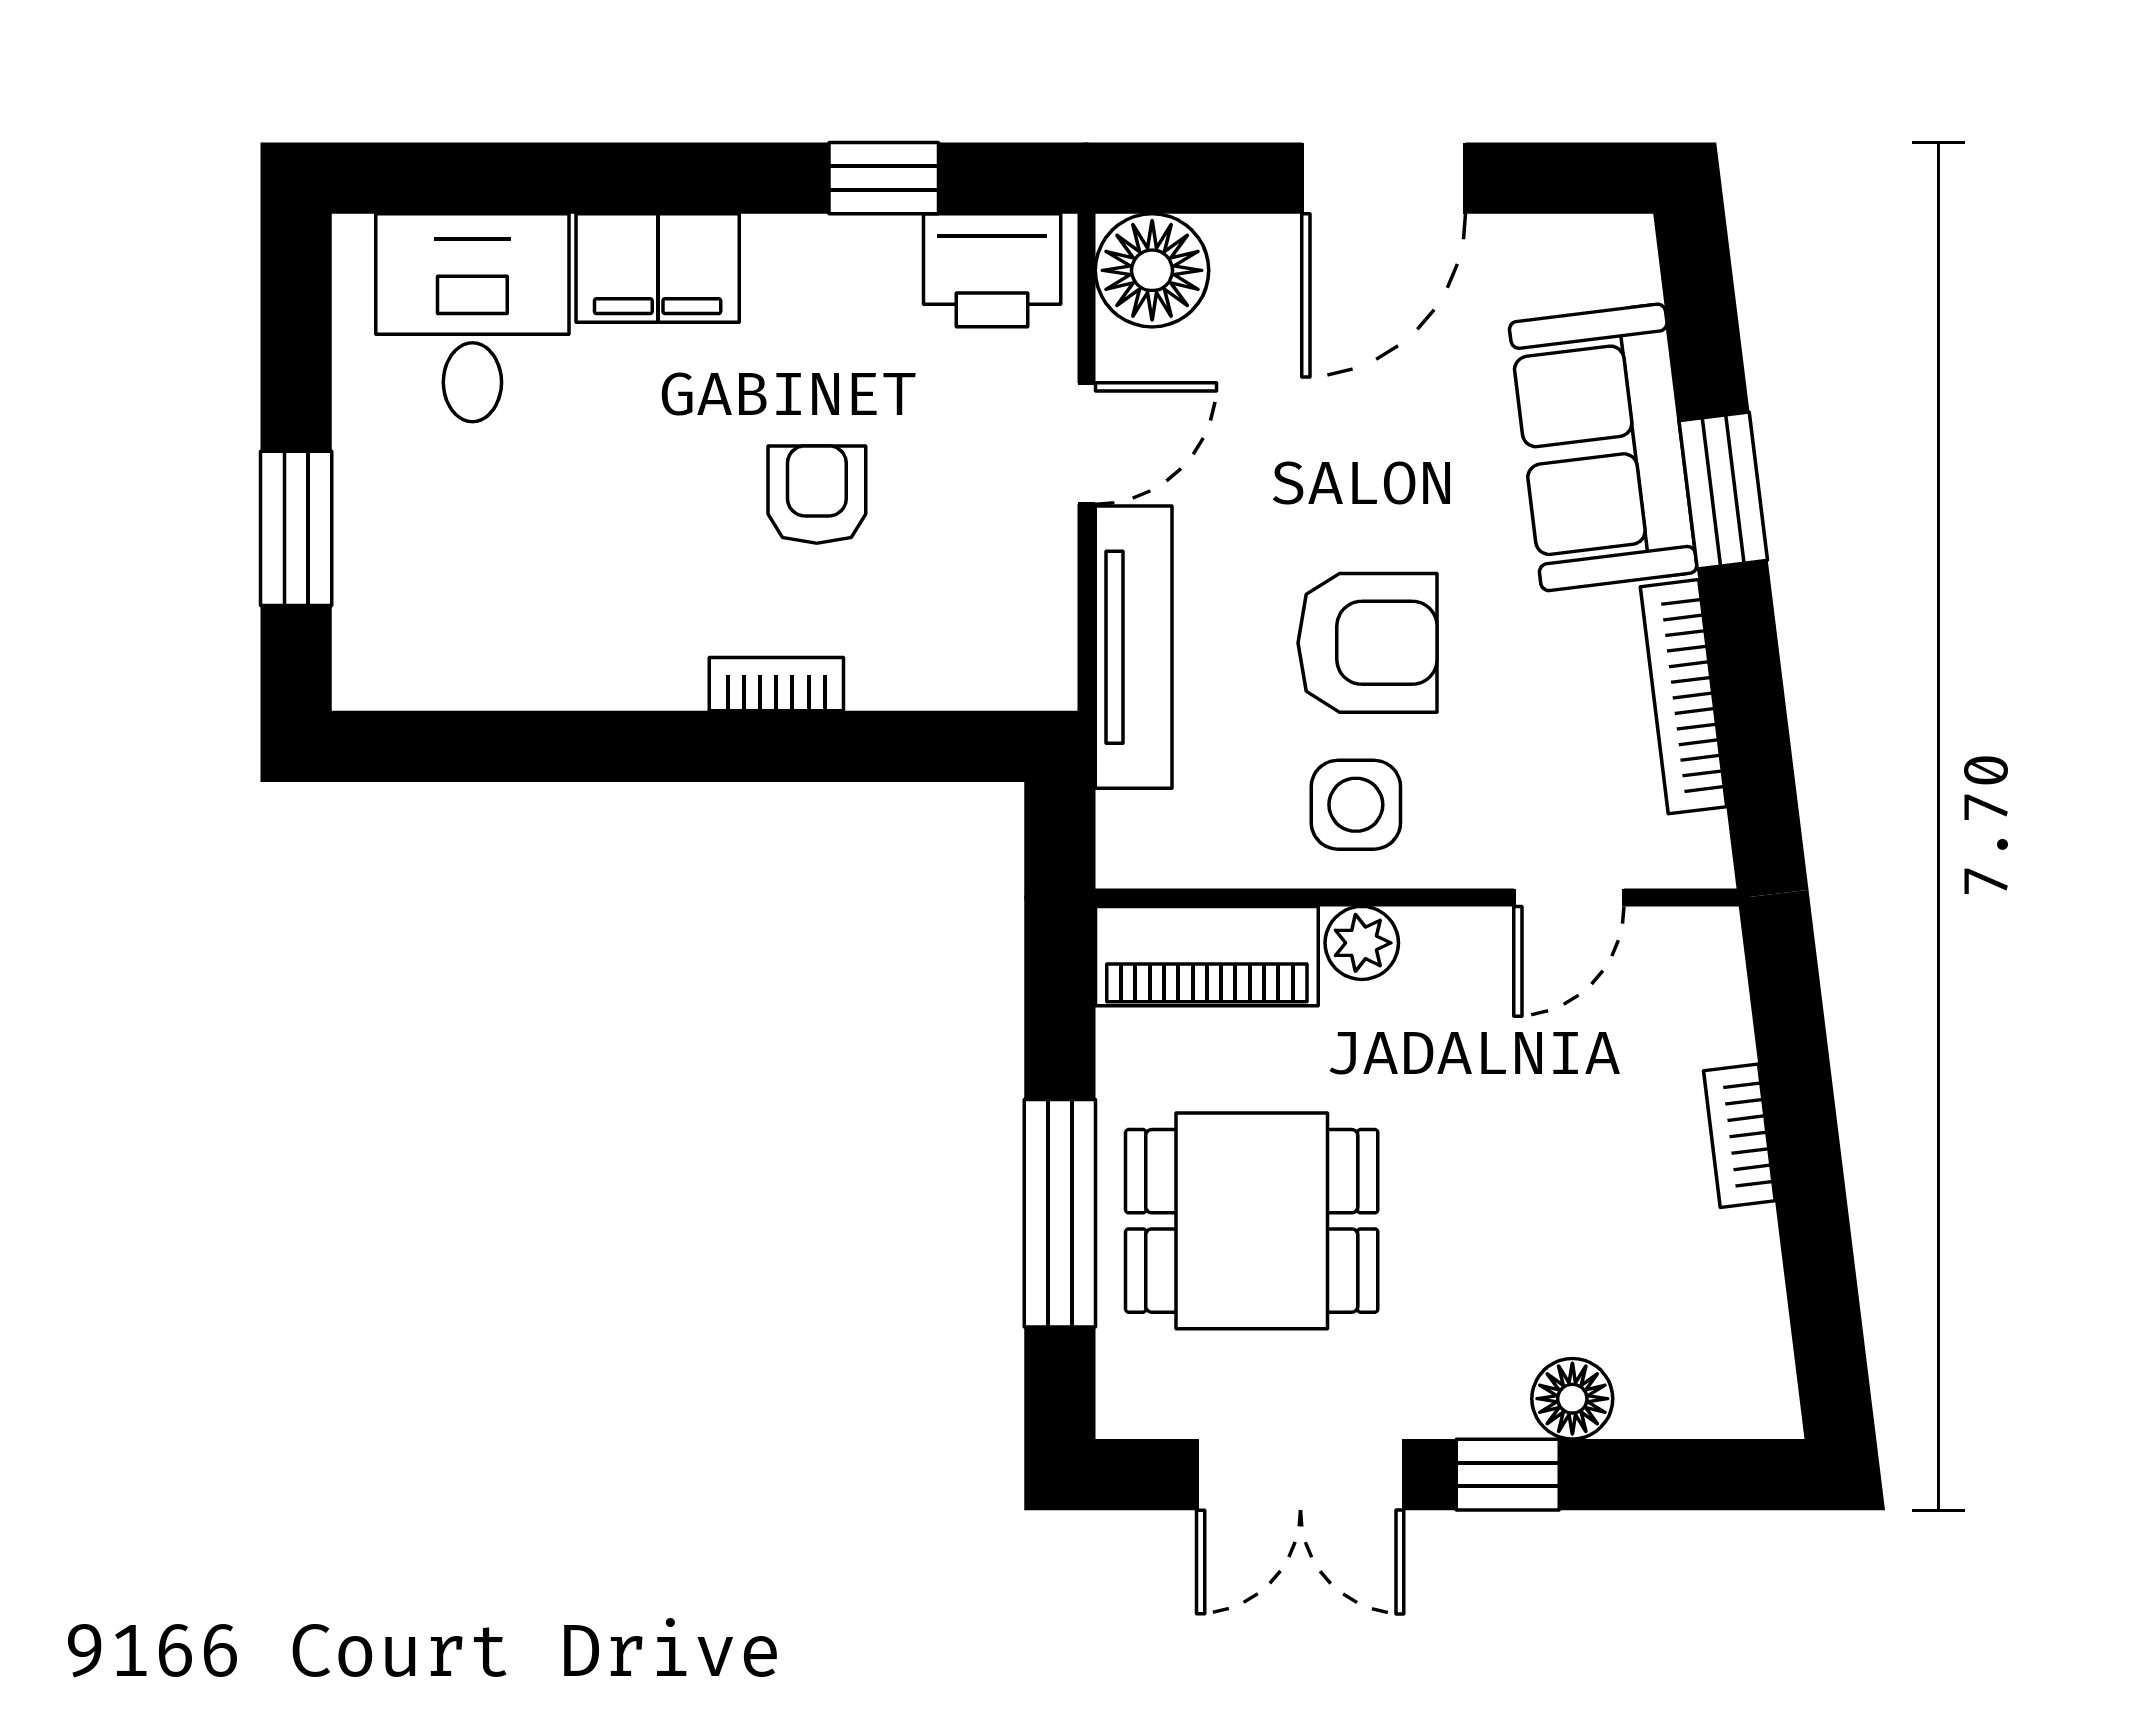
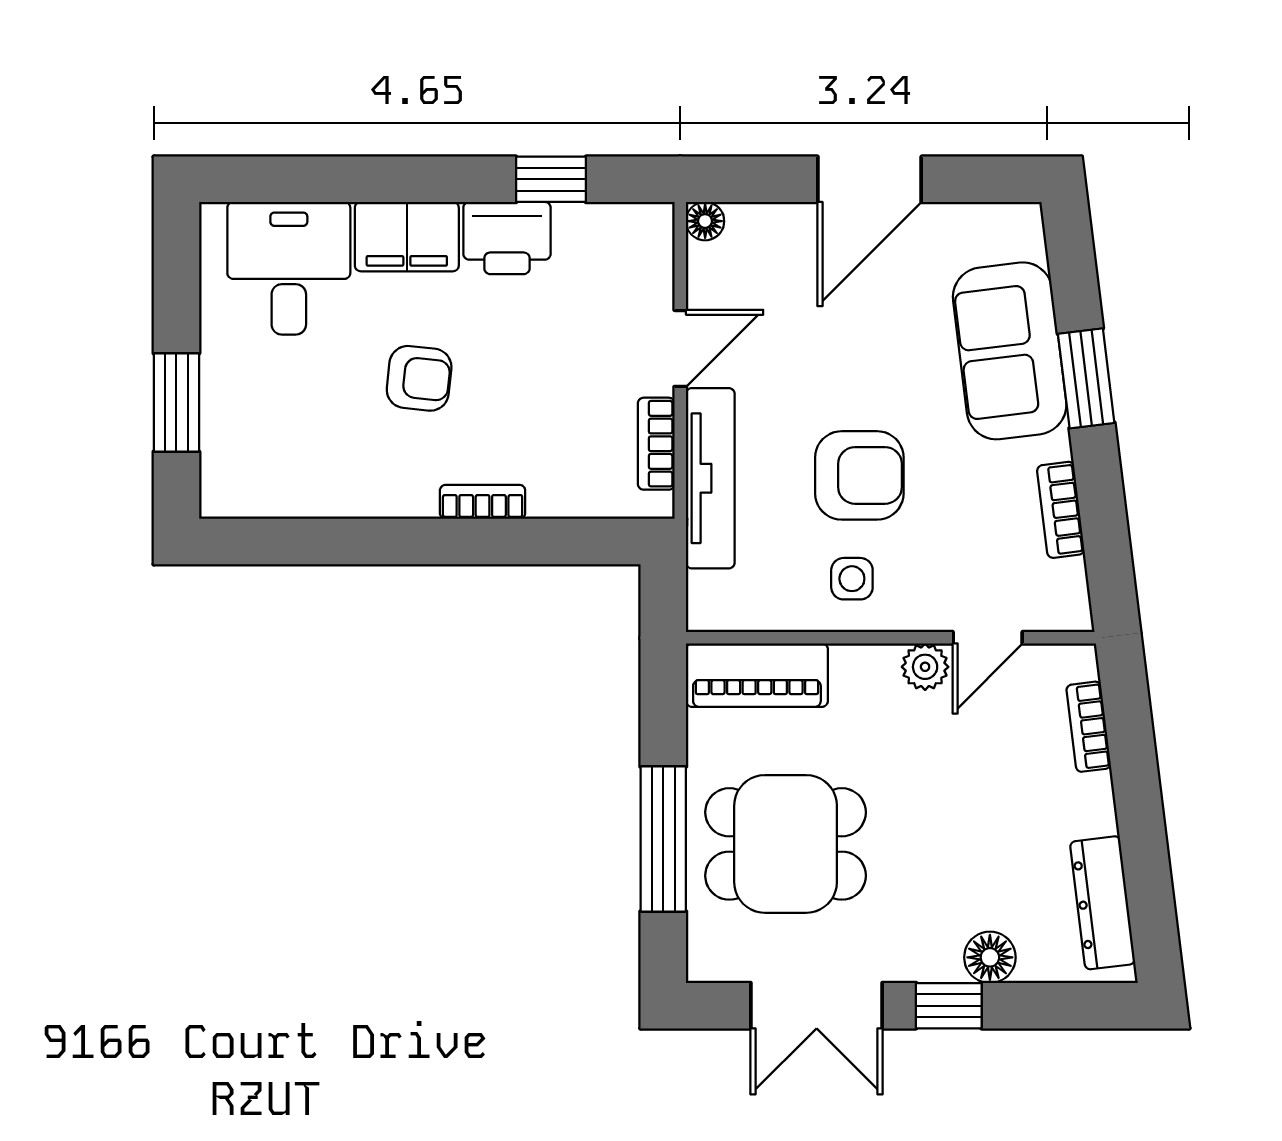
printer: (992, 270) -> (507, 238), moved
floor lamp: (1152, 270) -> (705, 221), width x0.53, depth x0.53
armchair: (817, 495) -> (419, 378), moved, turned 96
bookcase: (1049, 593) -> (656, 444), added
bookcase: (1683, 697) -> (1061, 510), width x0.64
side table: (1356, 805) -> (852, 579), width x0.73, depth x0.73
plant: (1362, 943) -> (925, 667), moved
bookcase: (1739, 1136) -> (1089, 727), moved
dresser: (1749, 1313) -> (1103, 903), added

